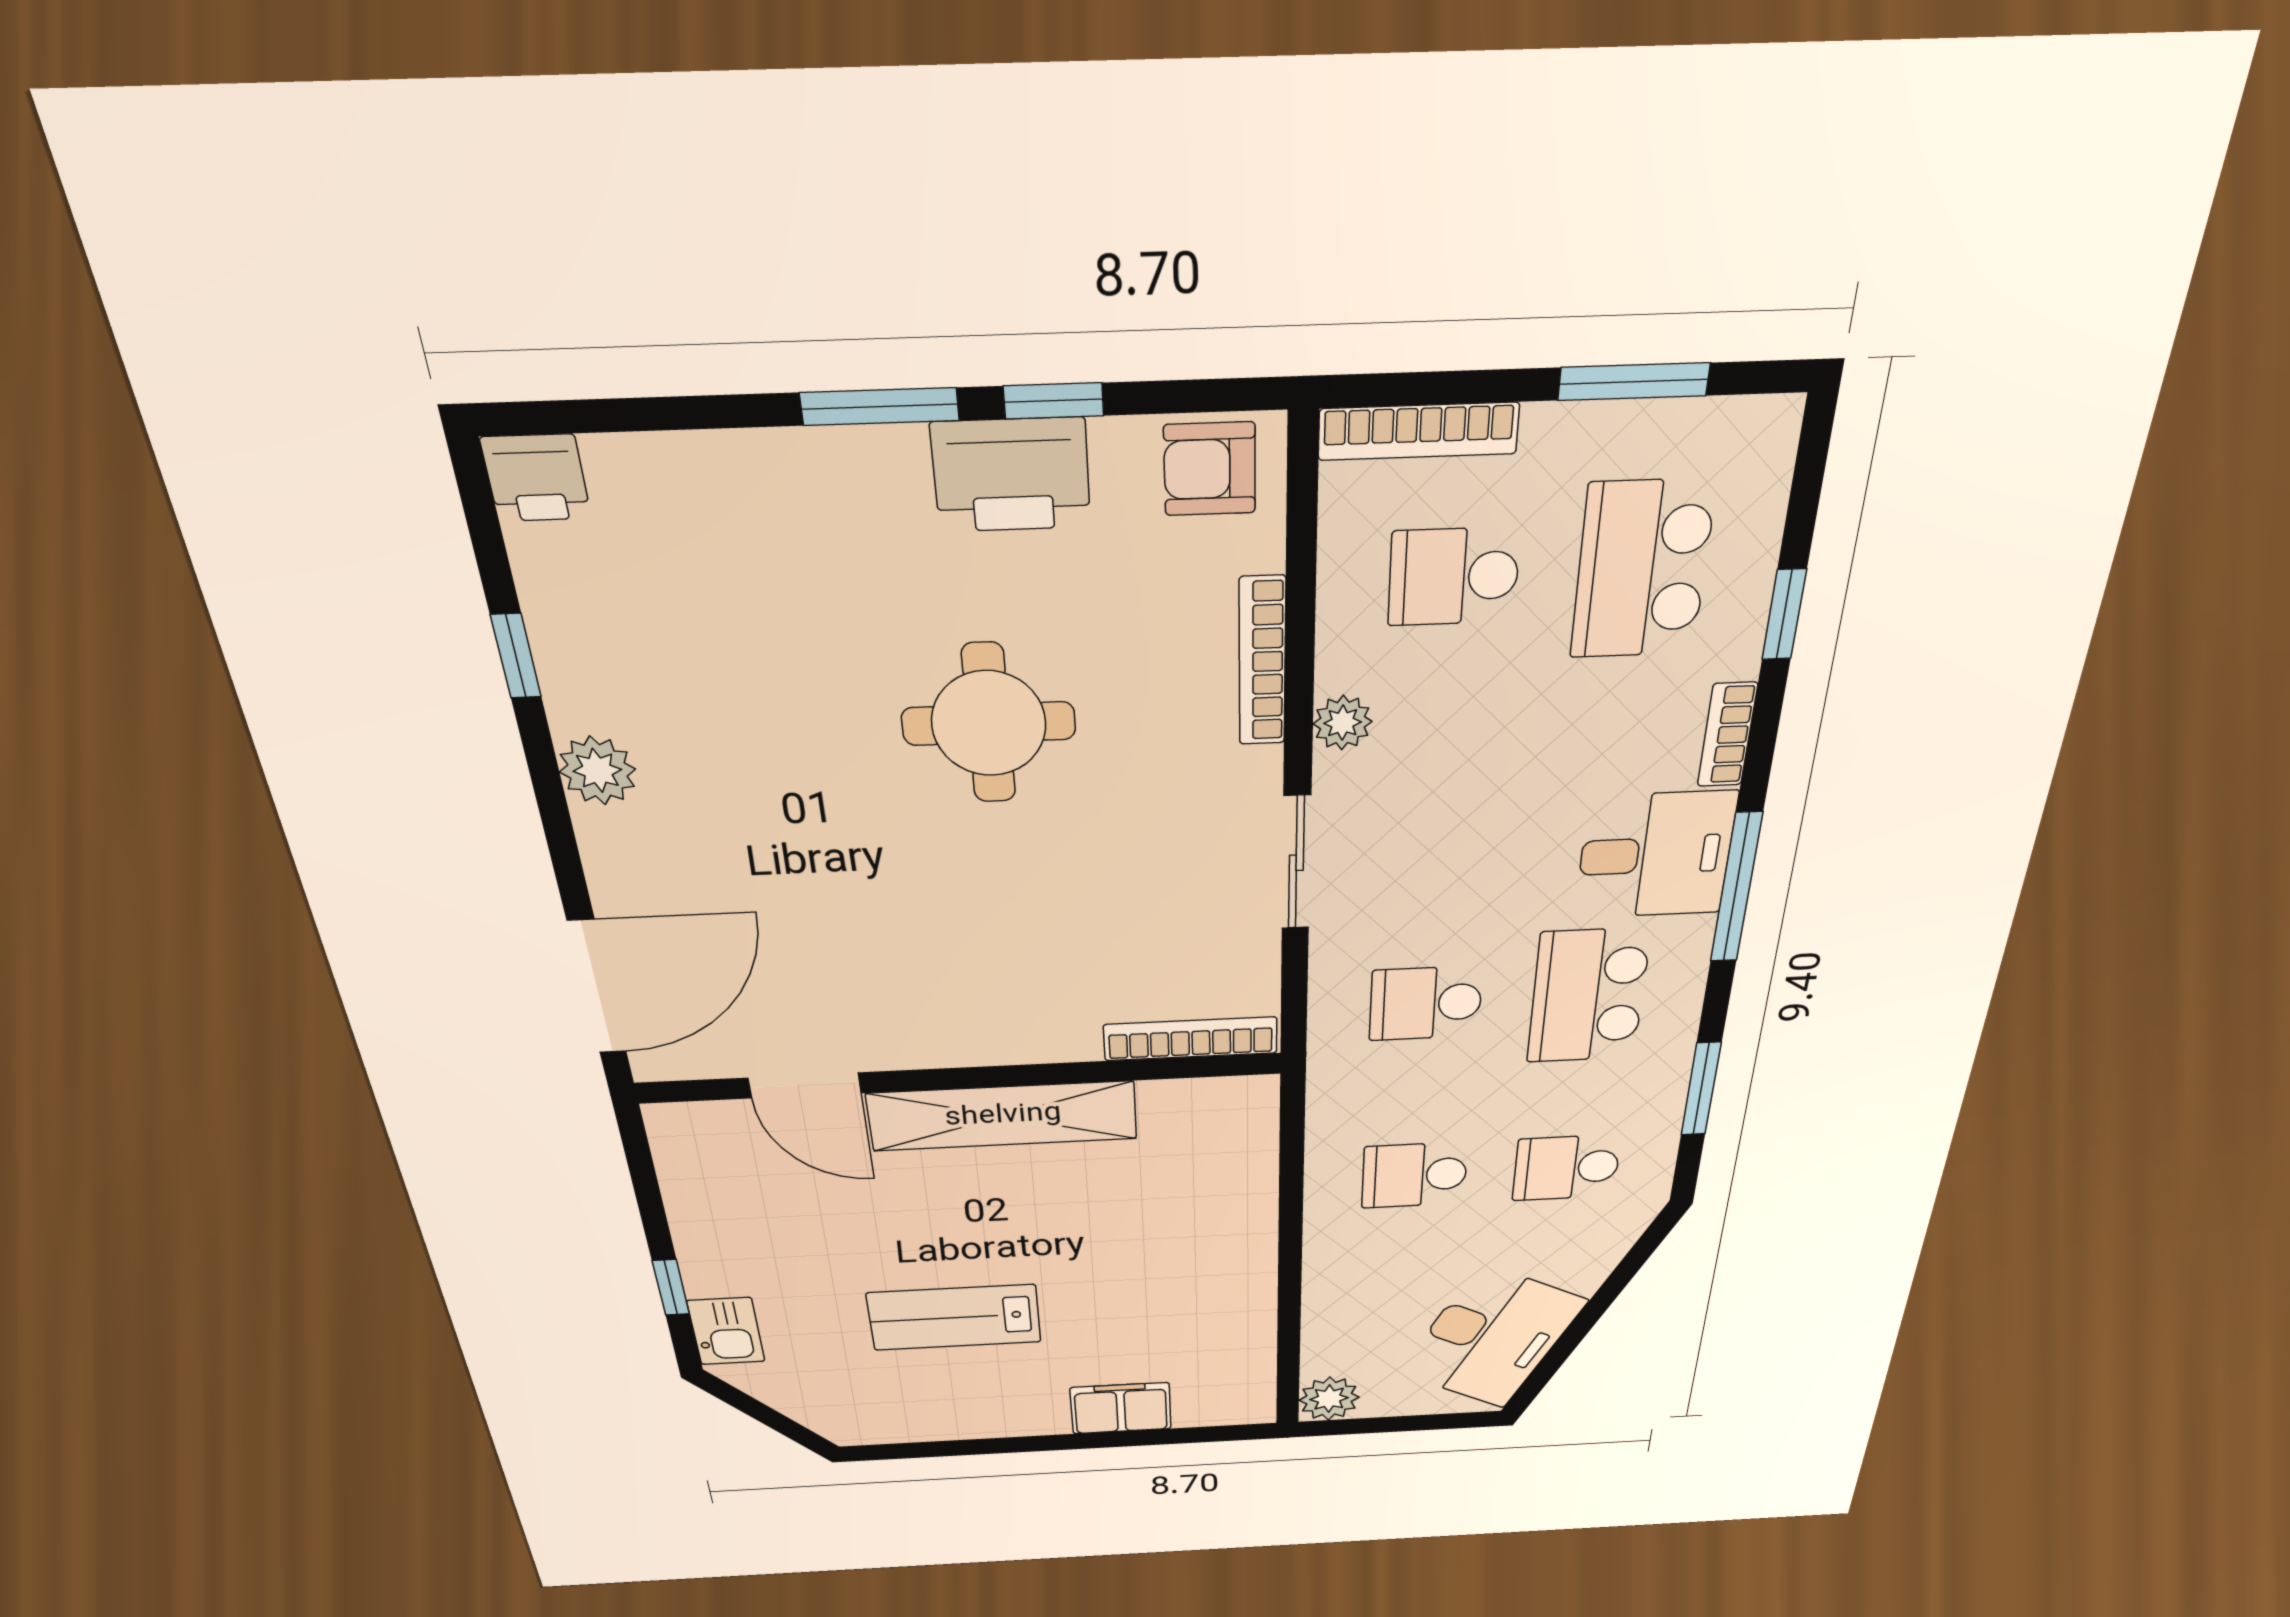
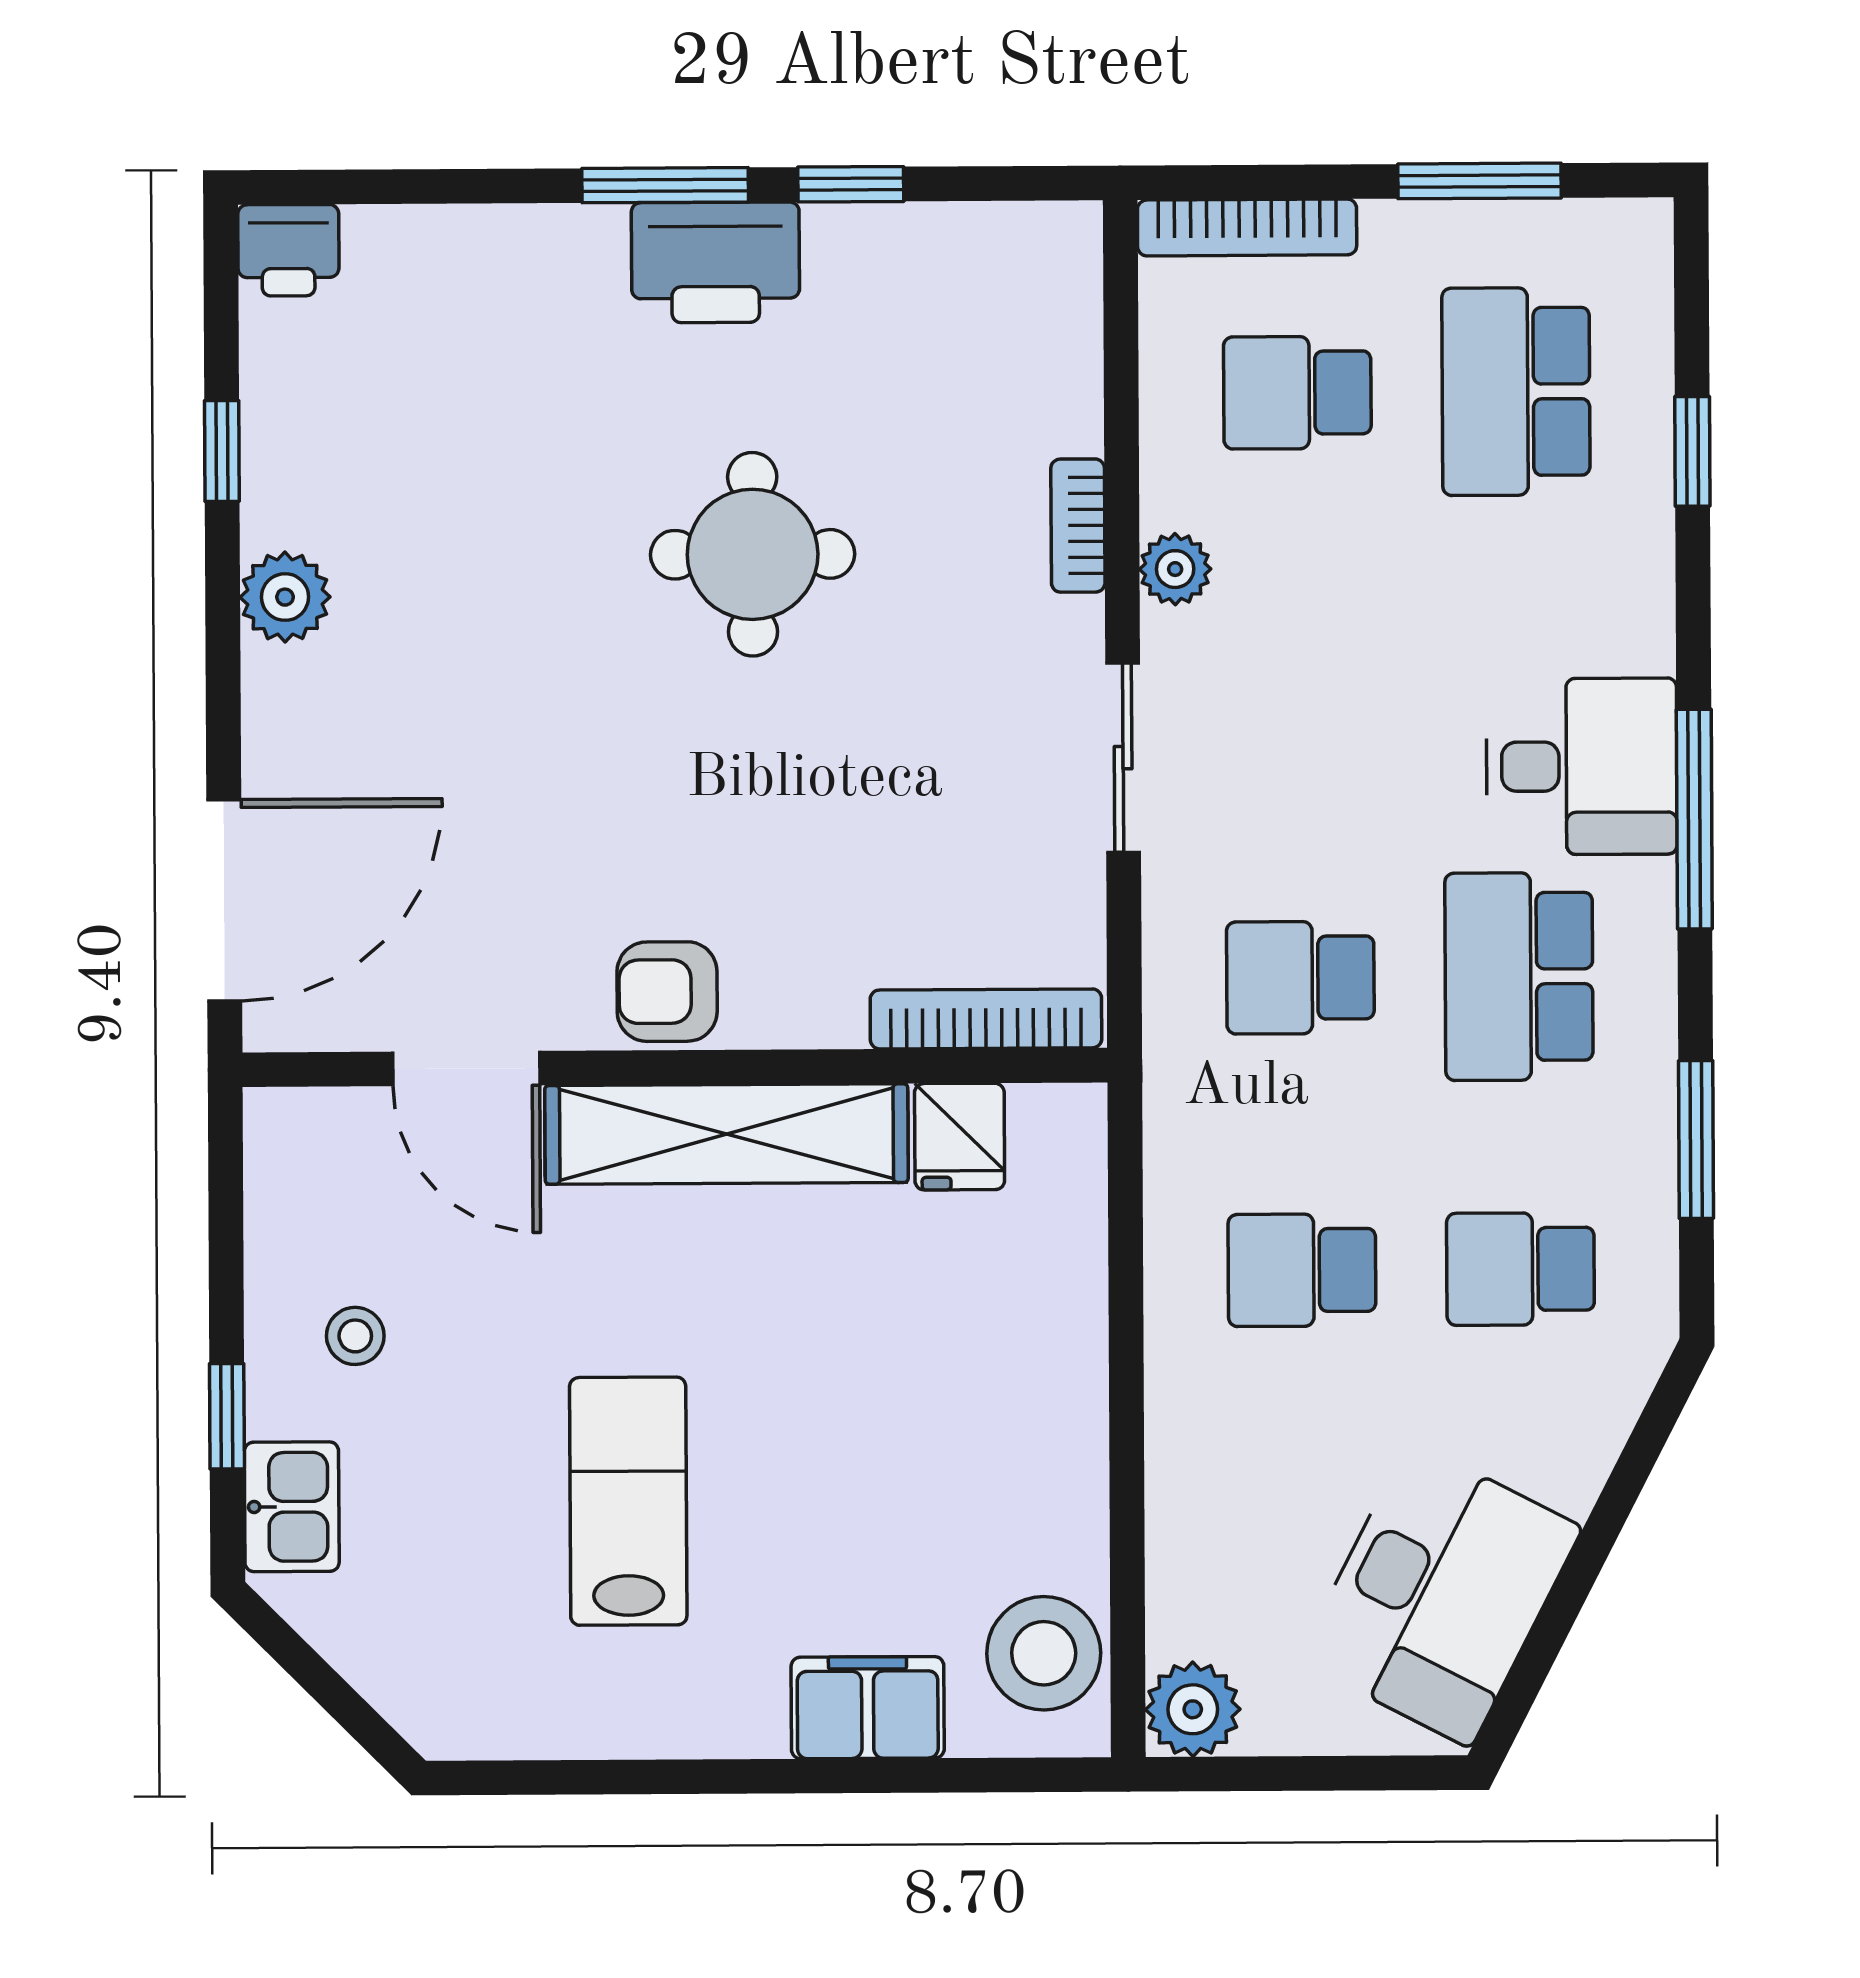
armchair: (1210, 469) -> (667, 992), moved
printer: (1011, 475) -> (715, 262), moved
bookcase: (1262, 662) -> (1078, 526), width x0.64
bookcase: (1727, 735) -> (1649, 603), removed
fridge: (1173, 1110) -> (960, 1137), added
stool: (752, 1241) -> (355, 1336), added
lab bench: (954, 1318) -> (628, 1501), turned 90
stool: (1234, 1378) -> (1044, 1653), added

